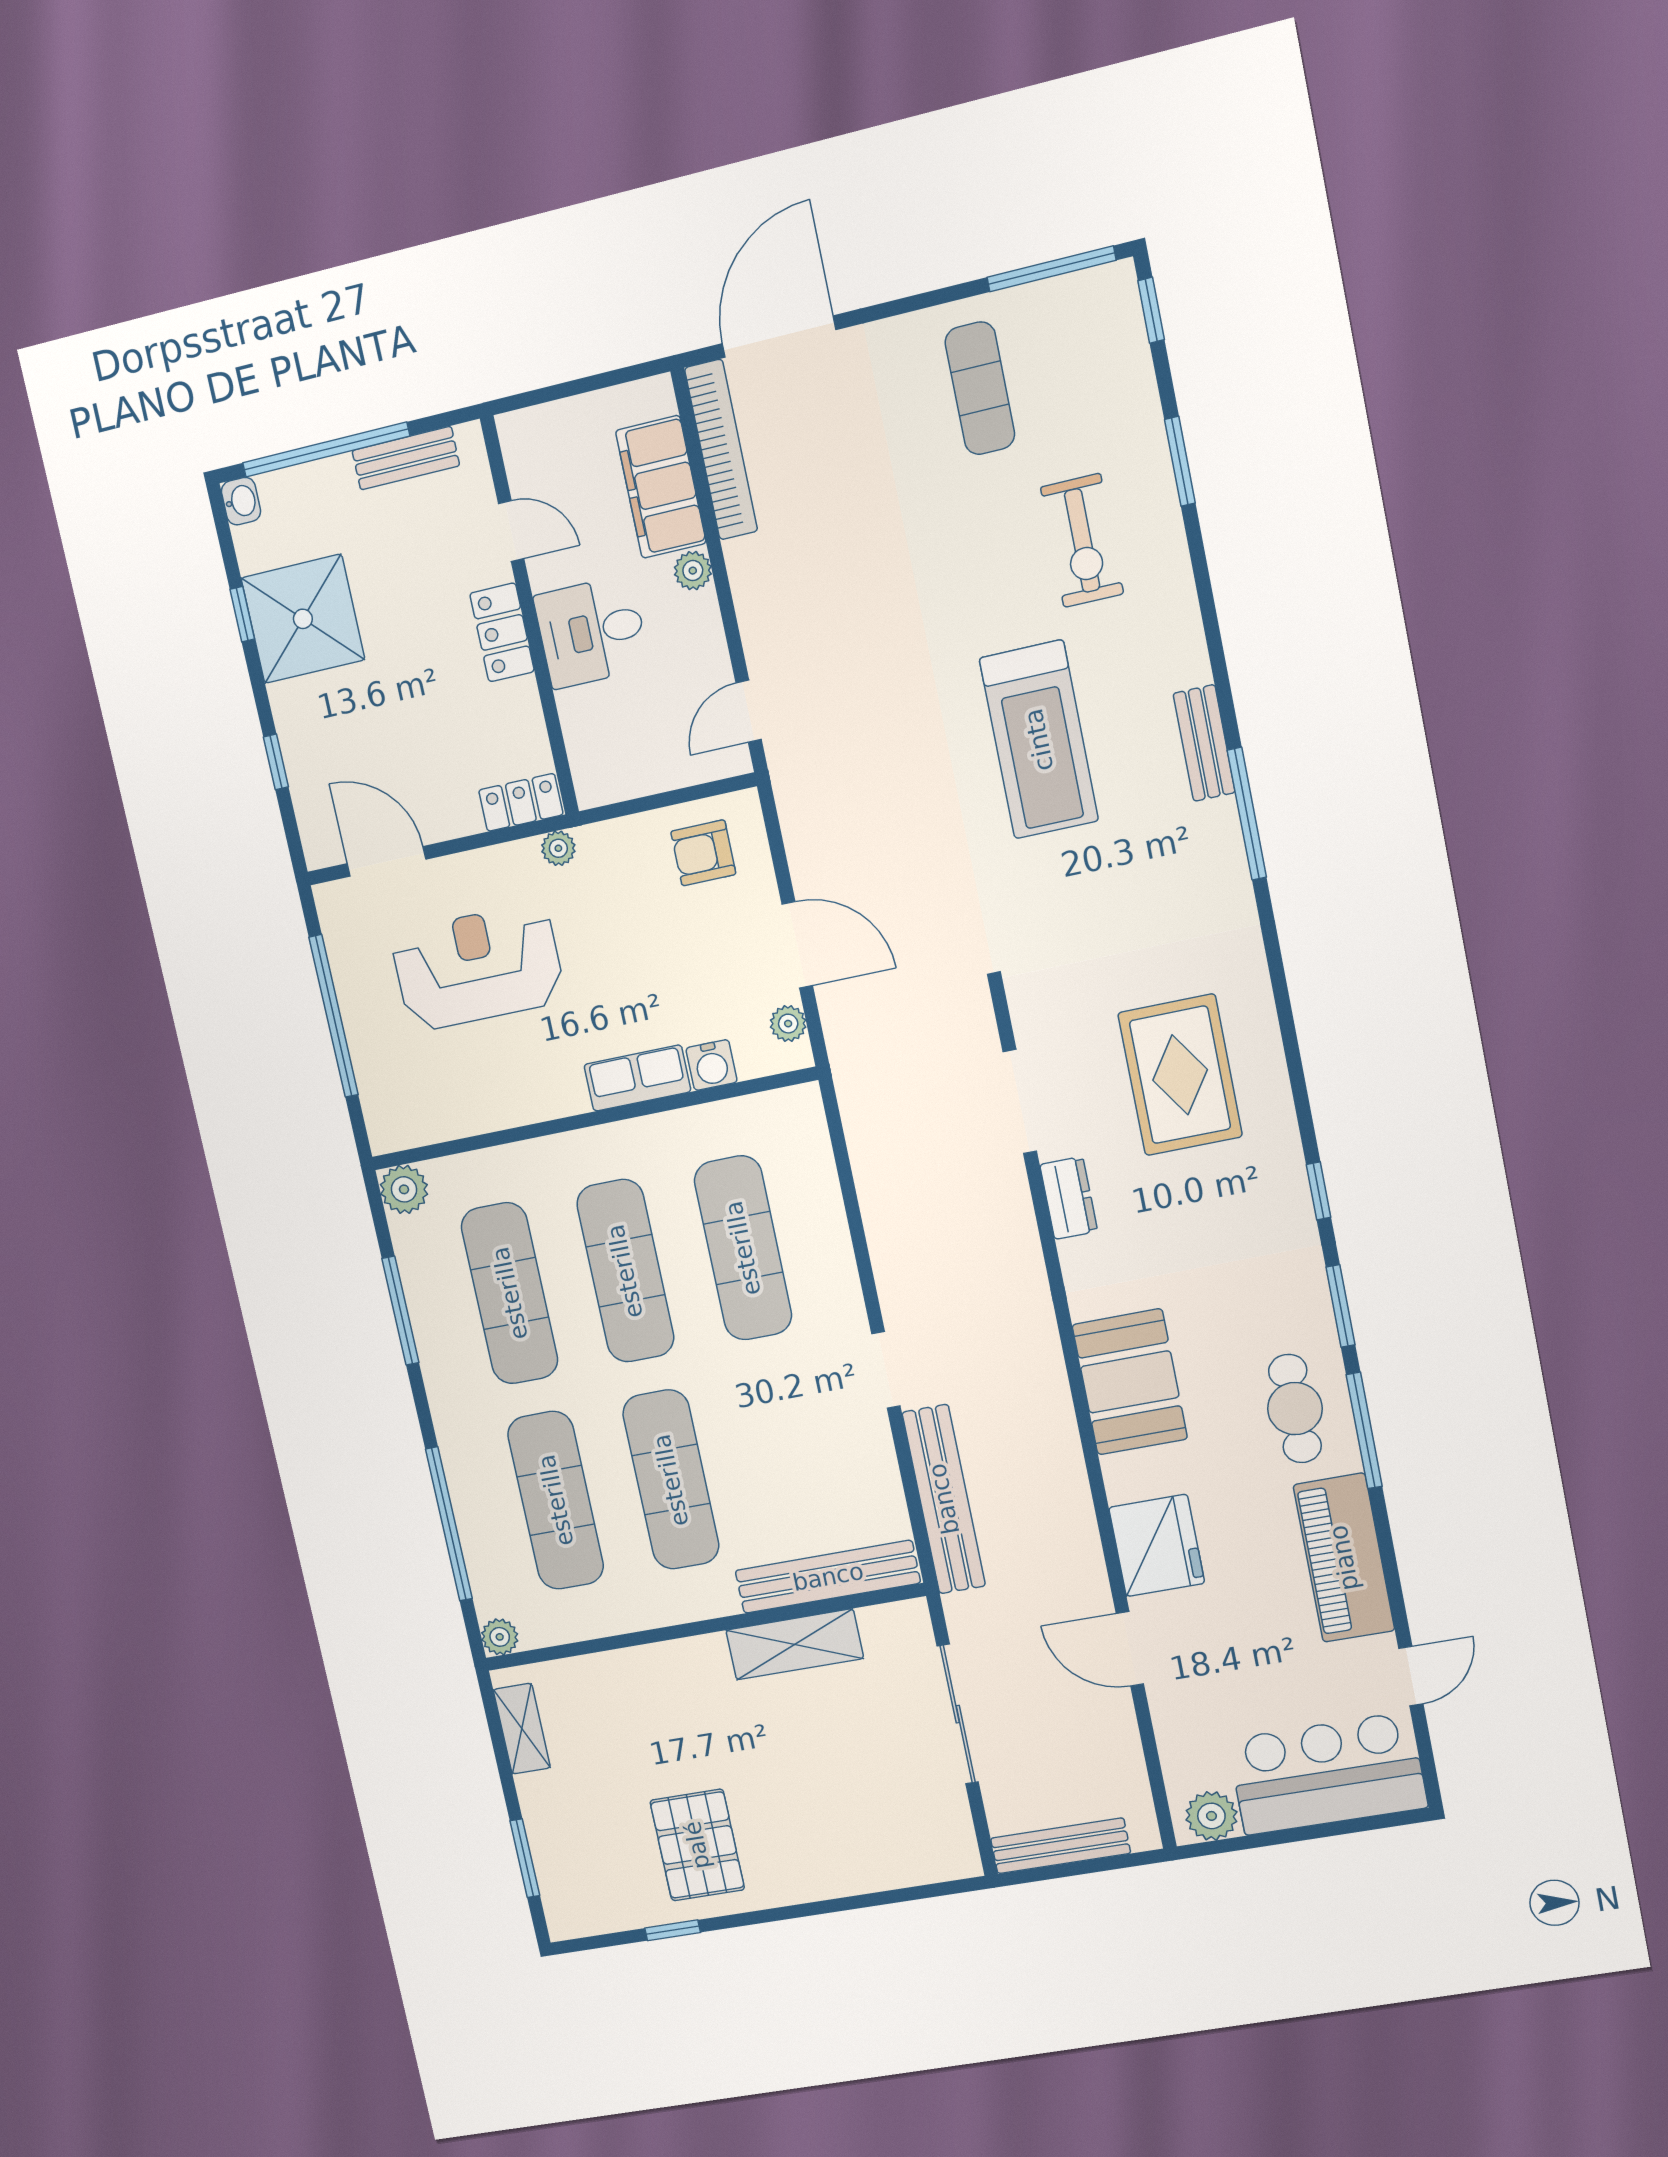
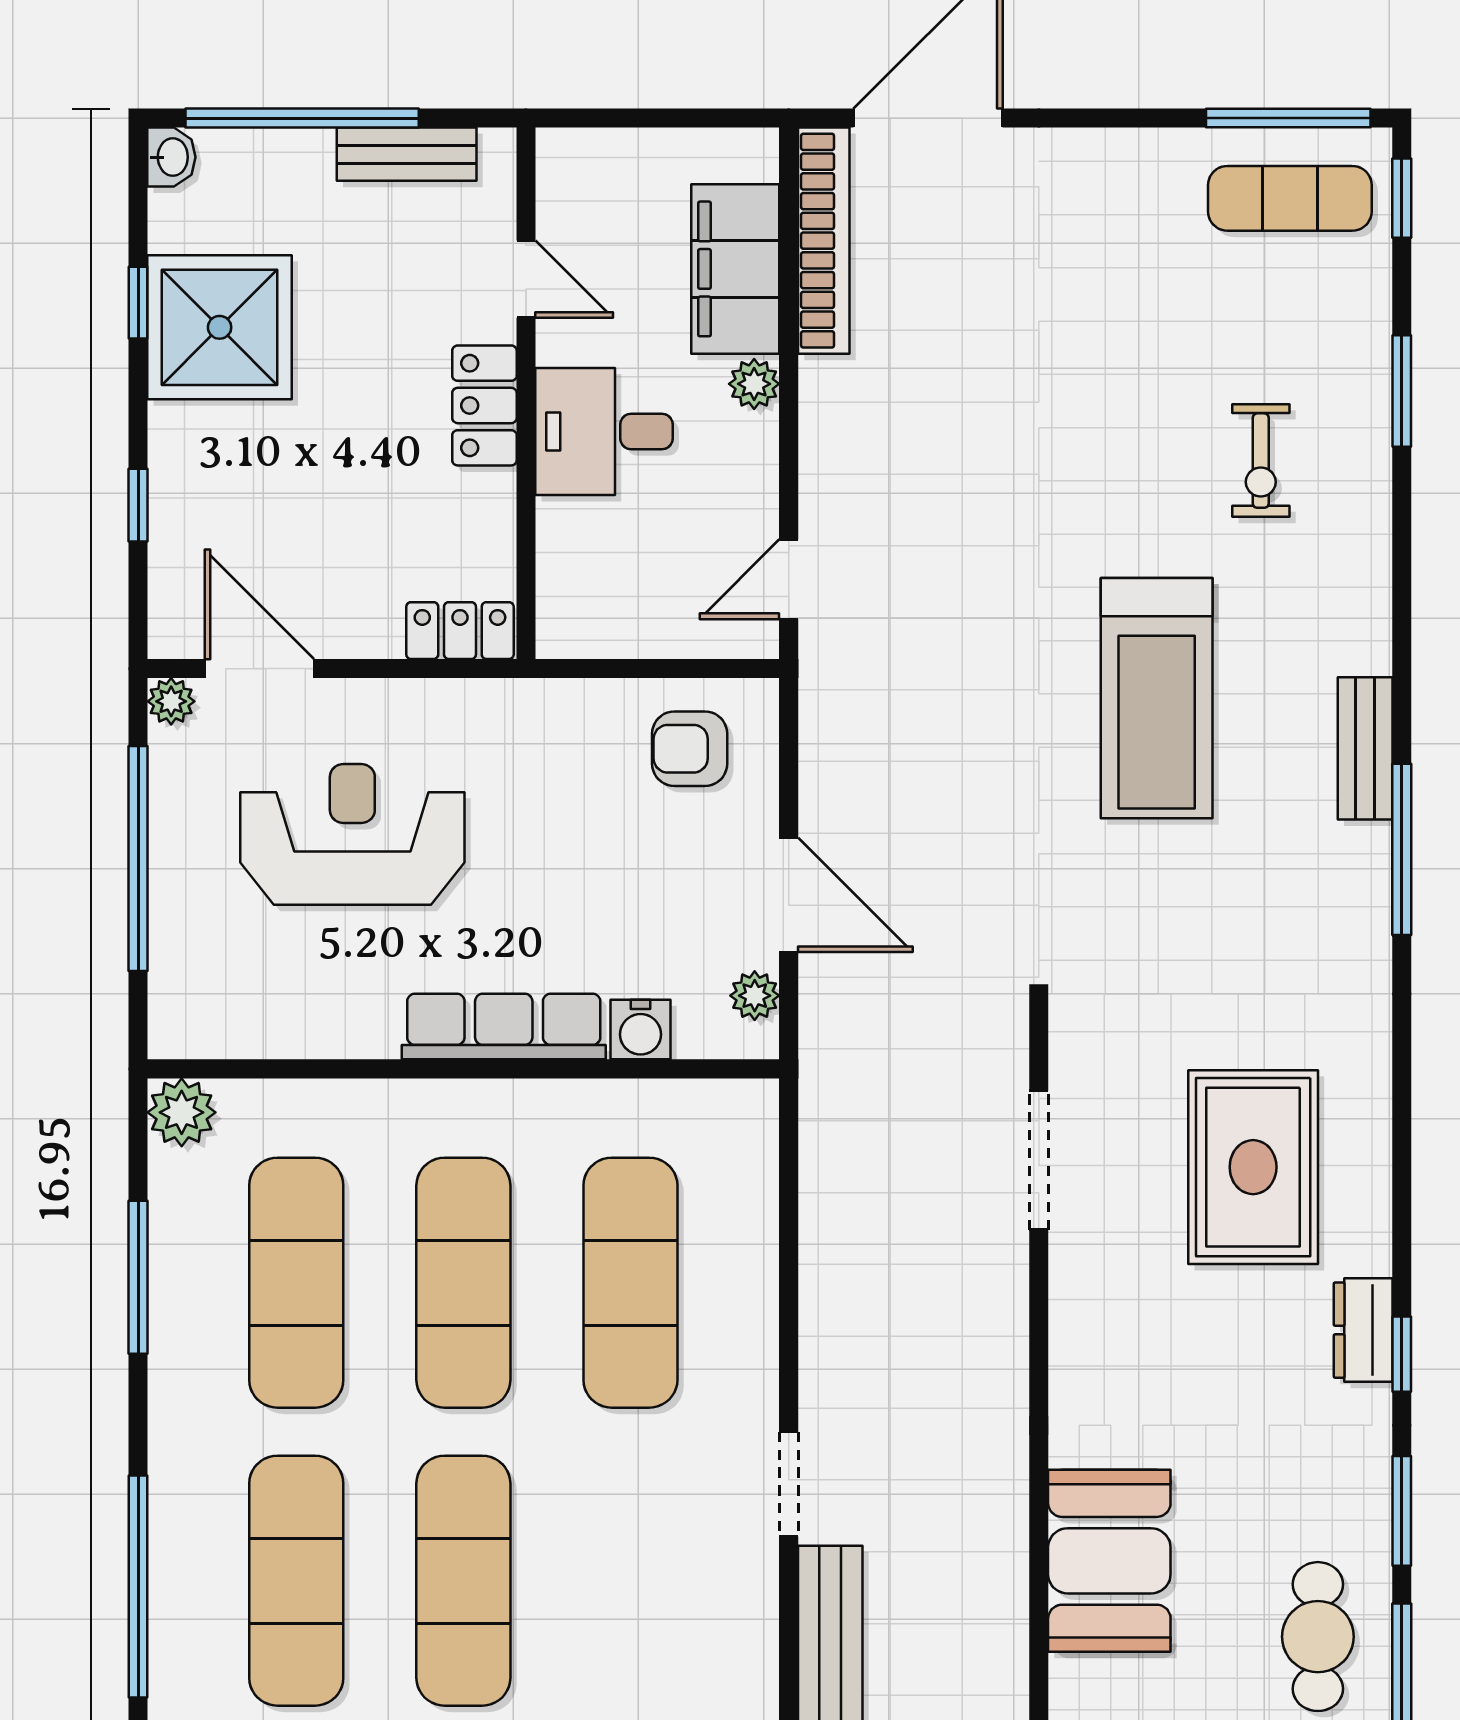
exercise mat: (980, 388) -> (1290, 198), moved, turned 90
exercise bike: (1082, 541) -> (1261, 461), width x0.73, depth x0.72
plant: (558, 848) -> (171, 701), moved
row of seats: (637, 1078) -> (504, 1027), width x1.48
dresser: (1069, 1198) -> (1363, 1330), moved, turned 180

